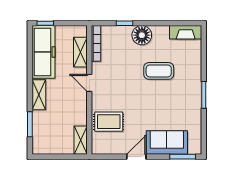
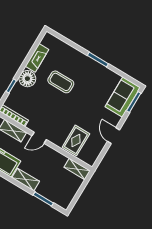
fireplace: (186, 32) -> (37, 58), moved
coffee table: (159, 71) -> (61, 82), turned 90
sofa: (167, 143) -> (123, 97), moved

